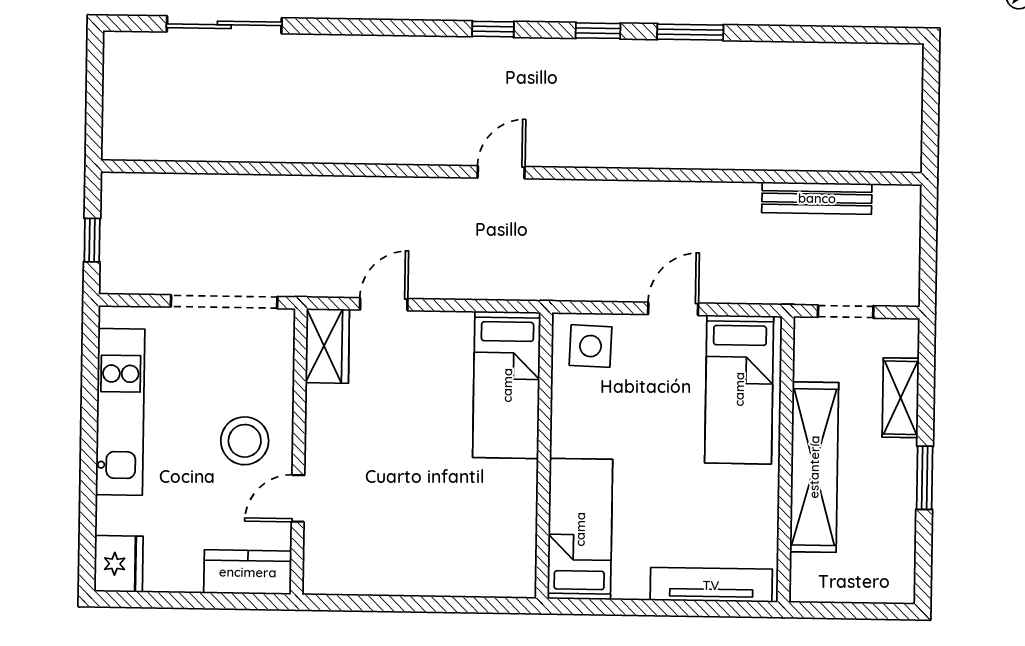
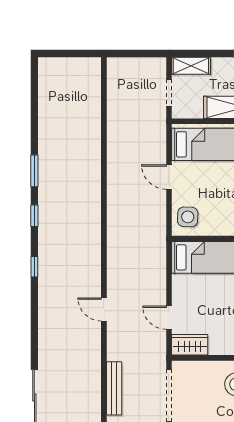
door: (501, 172) -> (104, 309), moved
bench: (817, 198) -> (114, 388), moved
shelving: (901, 398) -> (191, 66), moved

